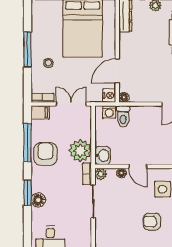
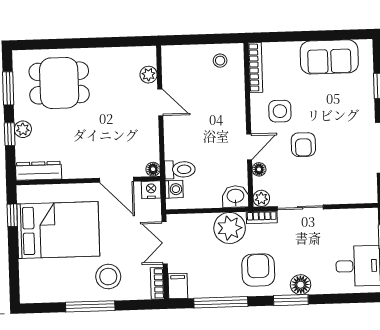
stool: (48, 63) -> (108, 277), width x1.89, depth x1.89
armchair: (45, 154) -> (258, 270), moved, turned 90
armchair: (152, 222) -> (303, 145), moved

